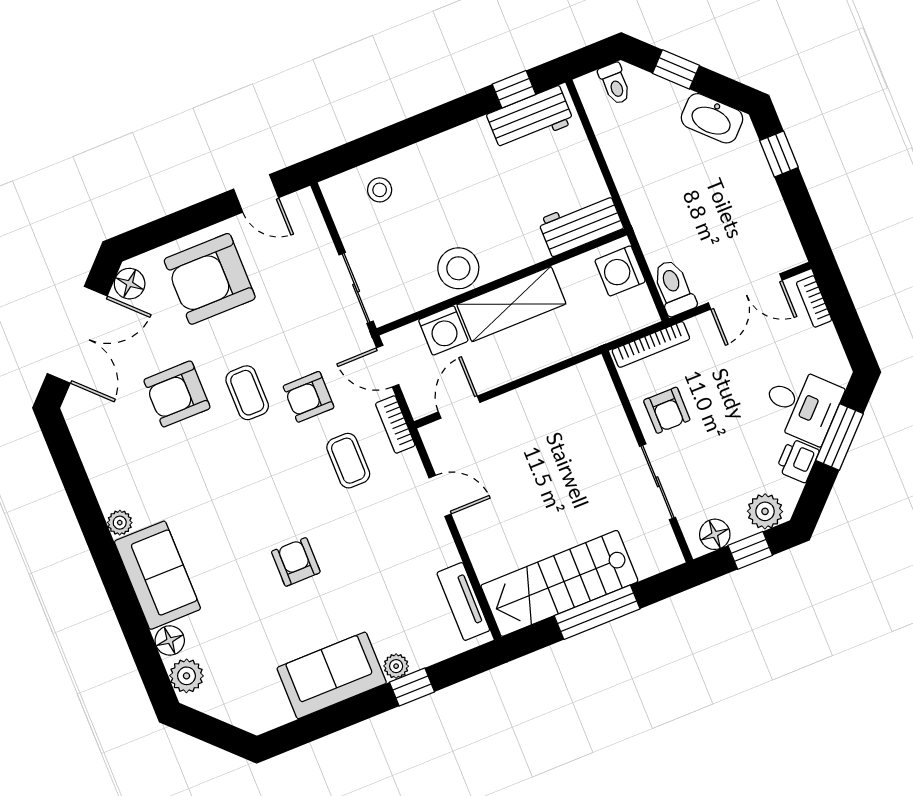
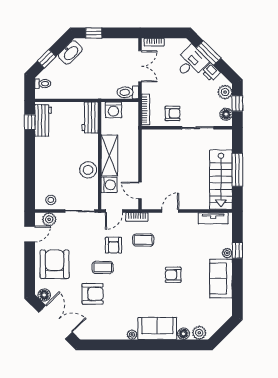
stool: (380, 190) -> (51, 200), moved
plant: (308, 225) -> (49, 219), added
armchair: (210, 279) -> (55, 264), turned 180
armchair: (177, 394) -> (93, 294), turned -90

